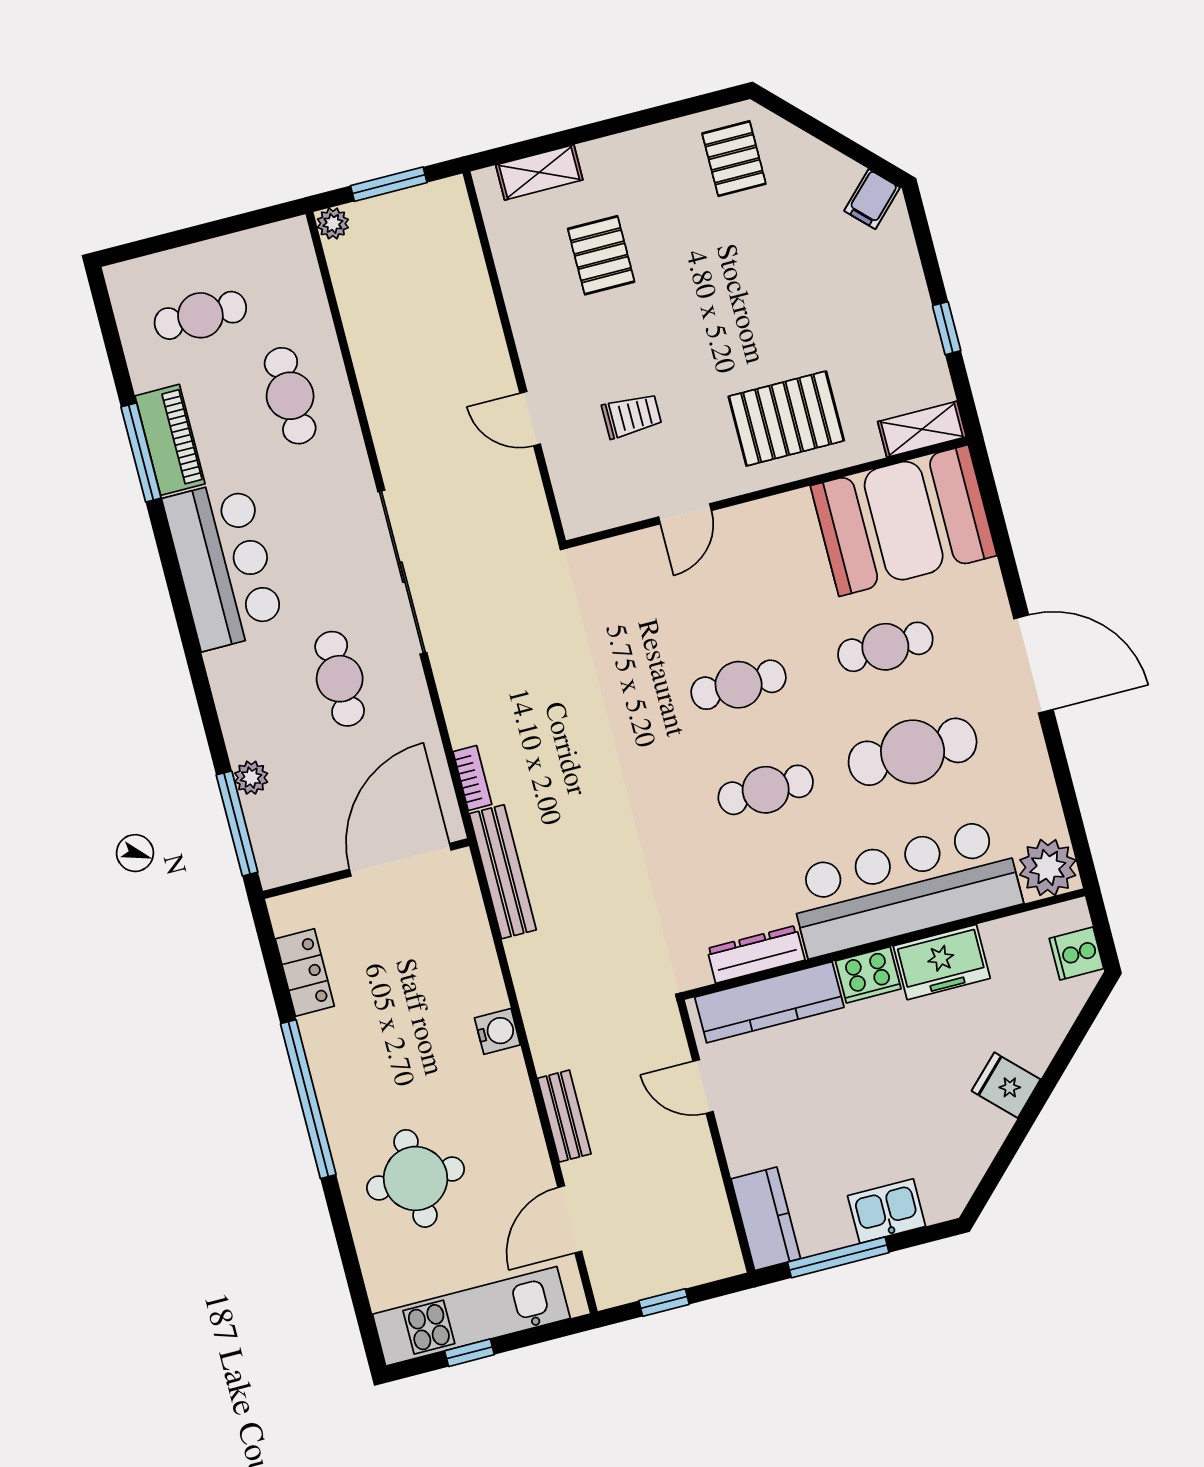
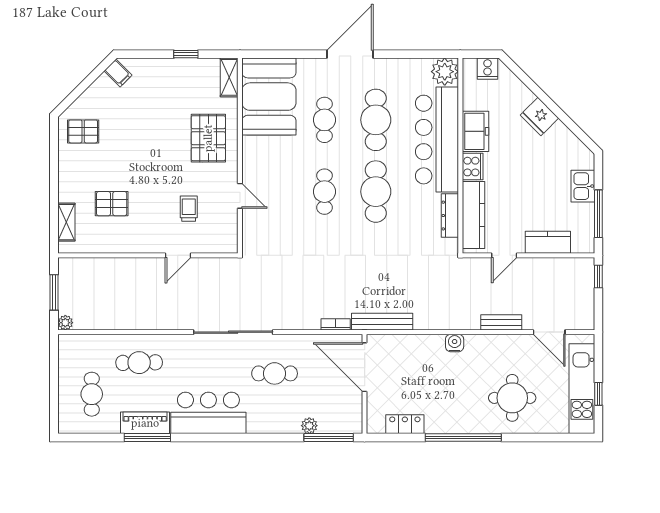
cafe table: (766, 790) -> (376, 192), width x1.37, depth x1.35
fridge: (1006, 1085) -> (539, 117), width x1.38
kitchen counter: (766, 1219) -> (548, 242), moved
window: (664, 1302) -> (598, 277), moved

